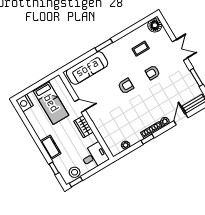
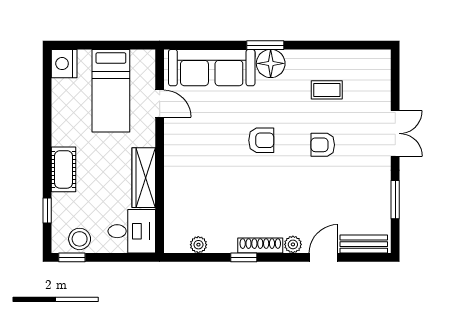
floor lamp: (155, 25) -> (271, 63), moved
door: (80, 106) -> (160, 103), moved
wardrobe: (84, 127) -> (144, 178), width x1.50

